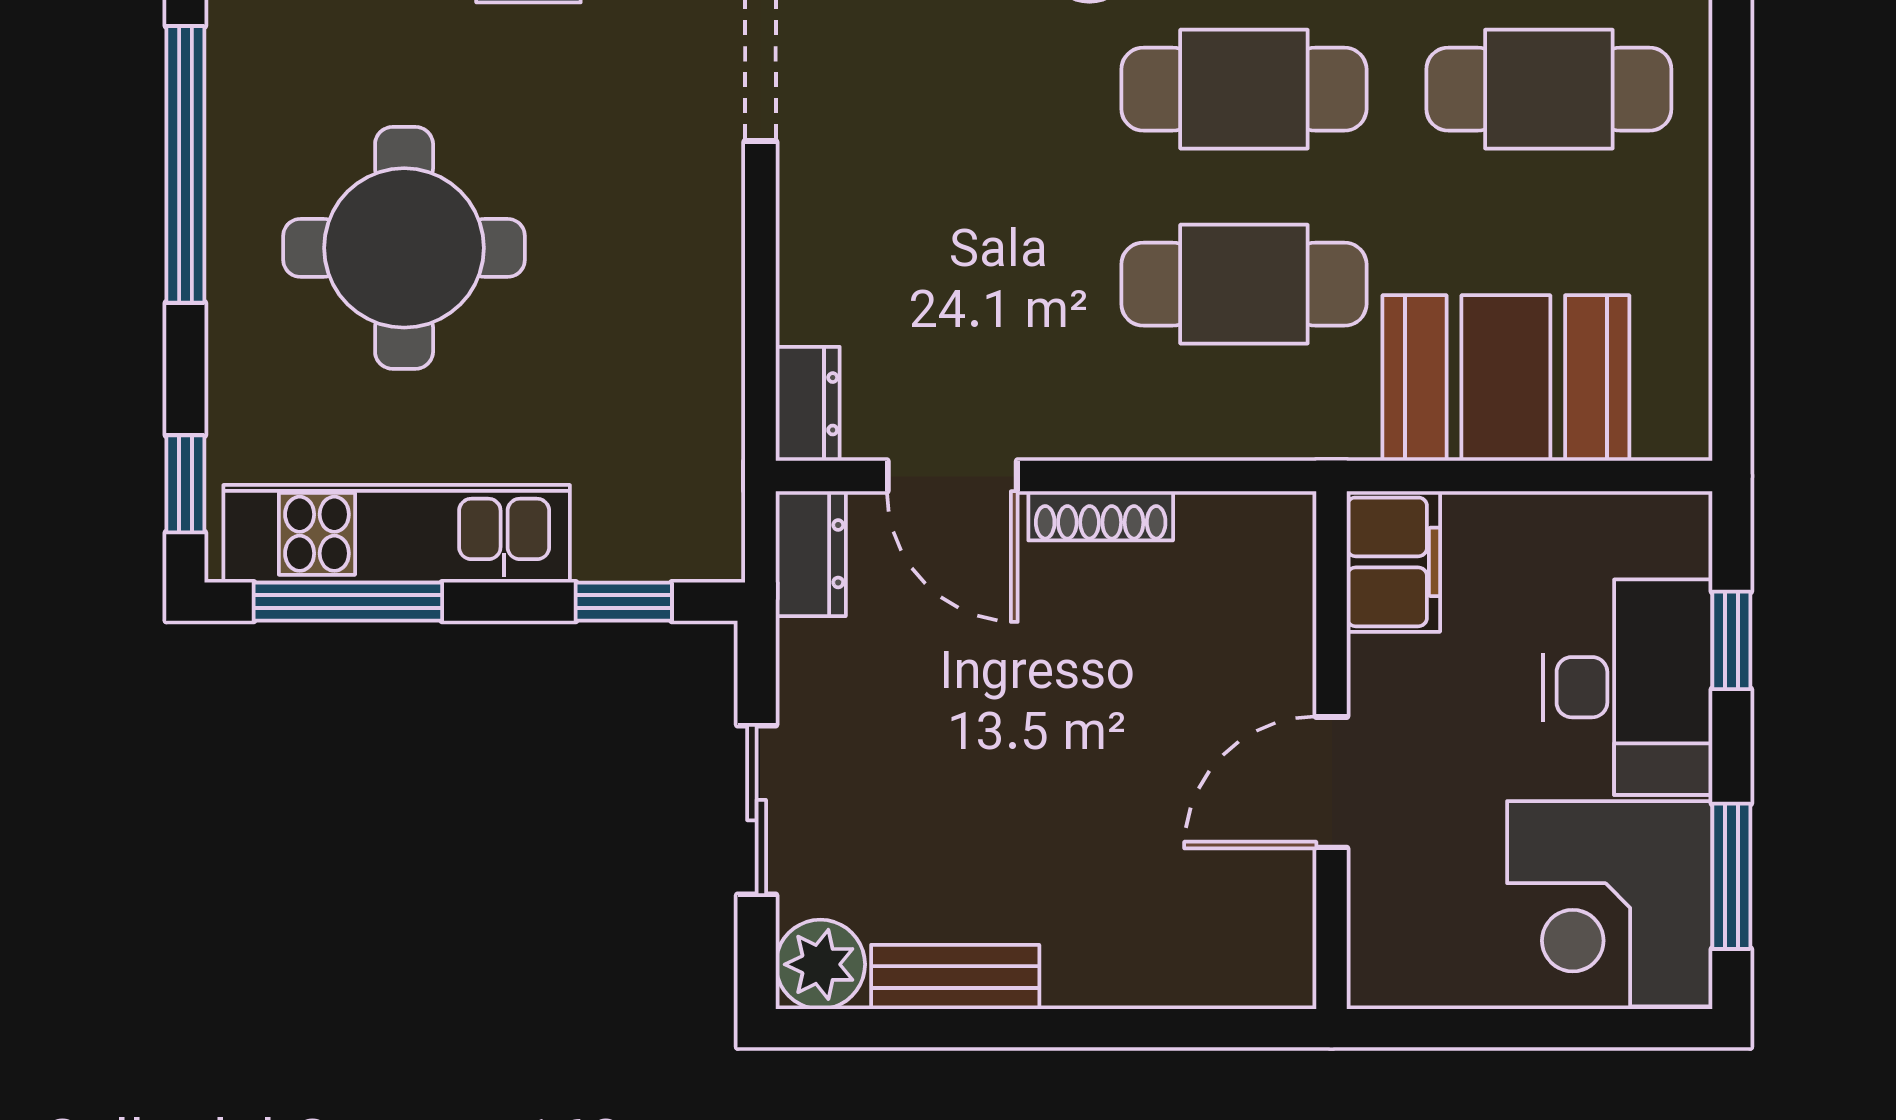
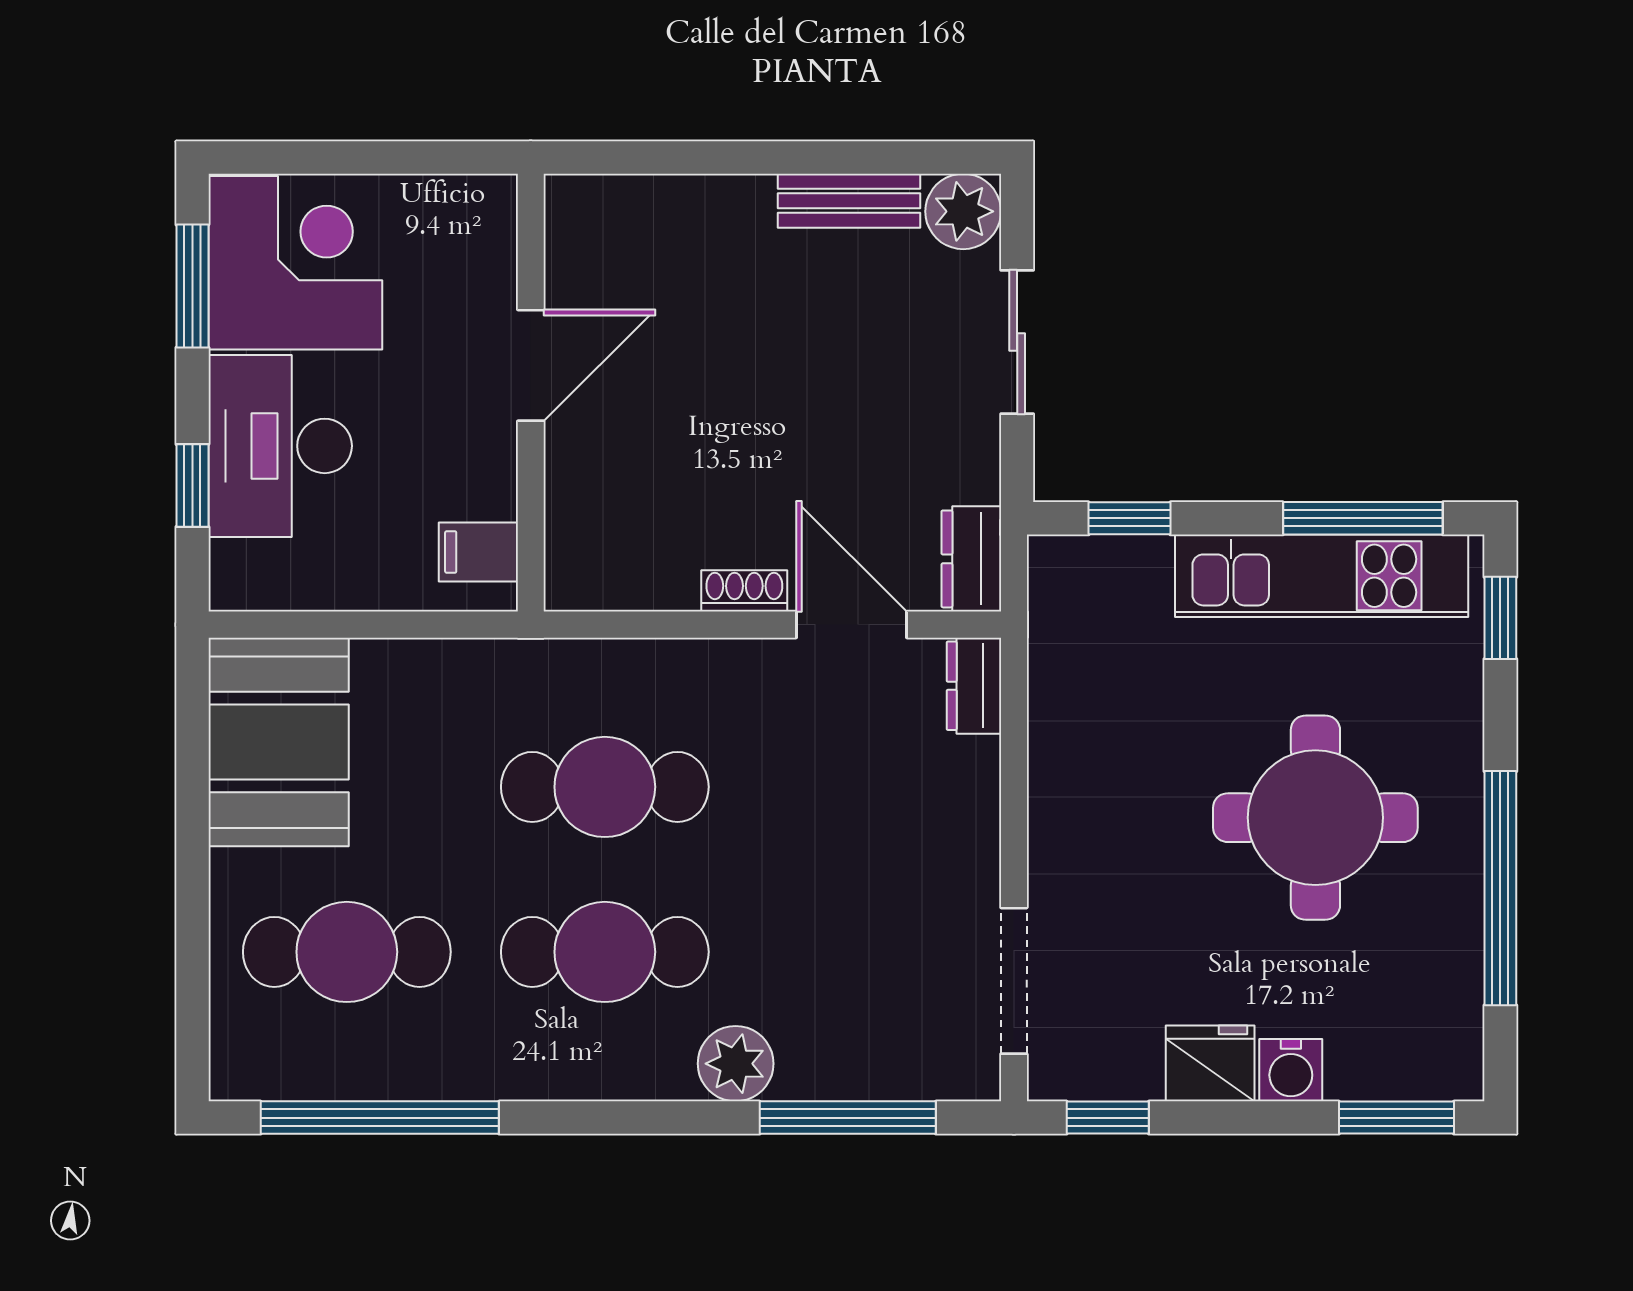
booth: (1506, 378) -> (279, 742), moved, turned 90
shoe rack: (1101, 516) -> (744, 591), width x0.70
filing cabinet: (1393, 562) -> (478, 552), width x0.50

